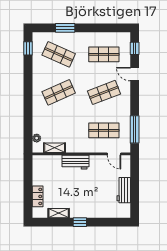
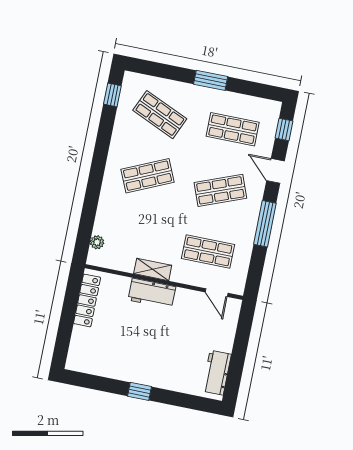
window: (65, 28) -> (211, 80), moved
window: (135, 129) -> (265, 224), moved
shelving: (55, 148) -> (153, 269), moved
workbench: (124, 190) -> (217, 373), moved
locker: (38, 196) -> (87, 300), moved, width x1.53
shelving: (59, 213) -> (108, 370), removed

